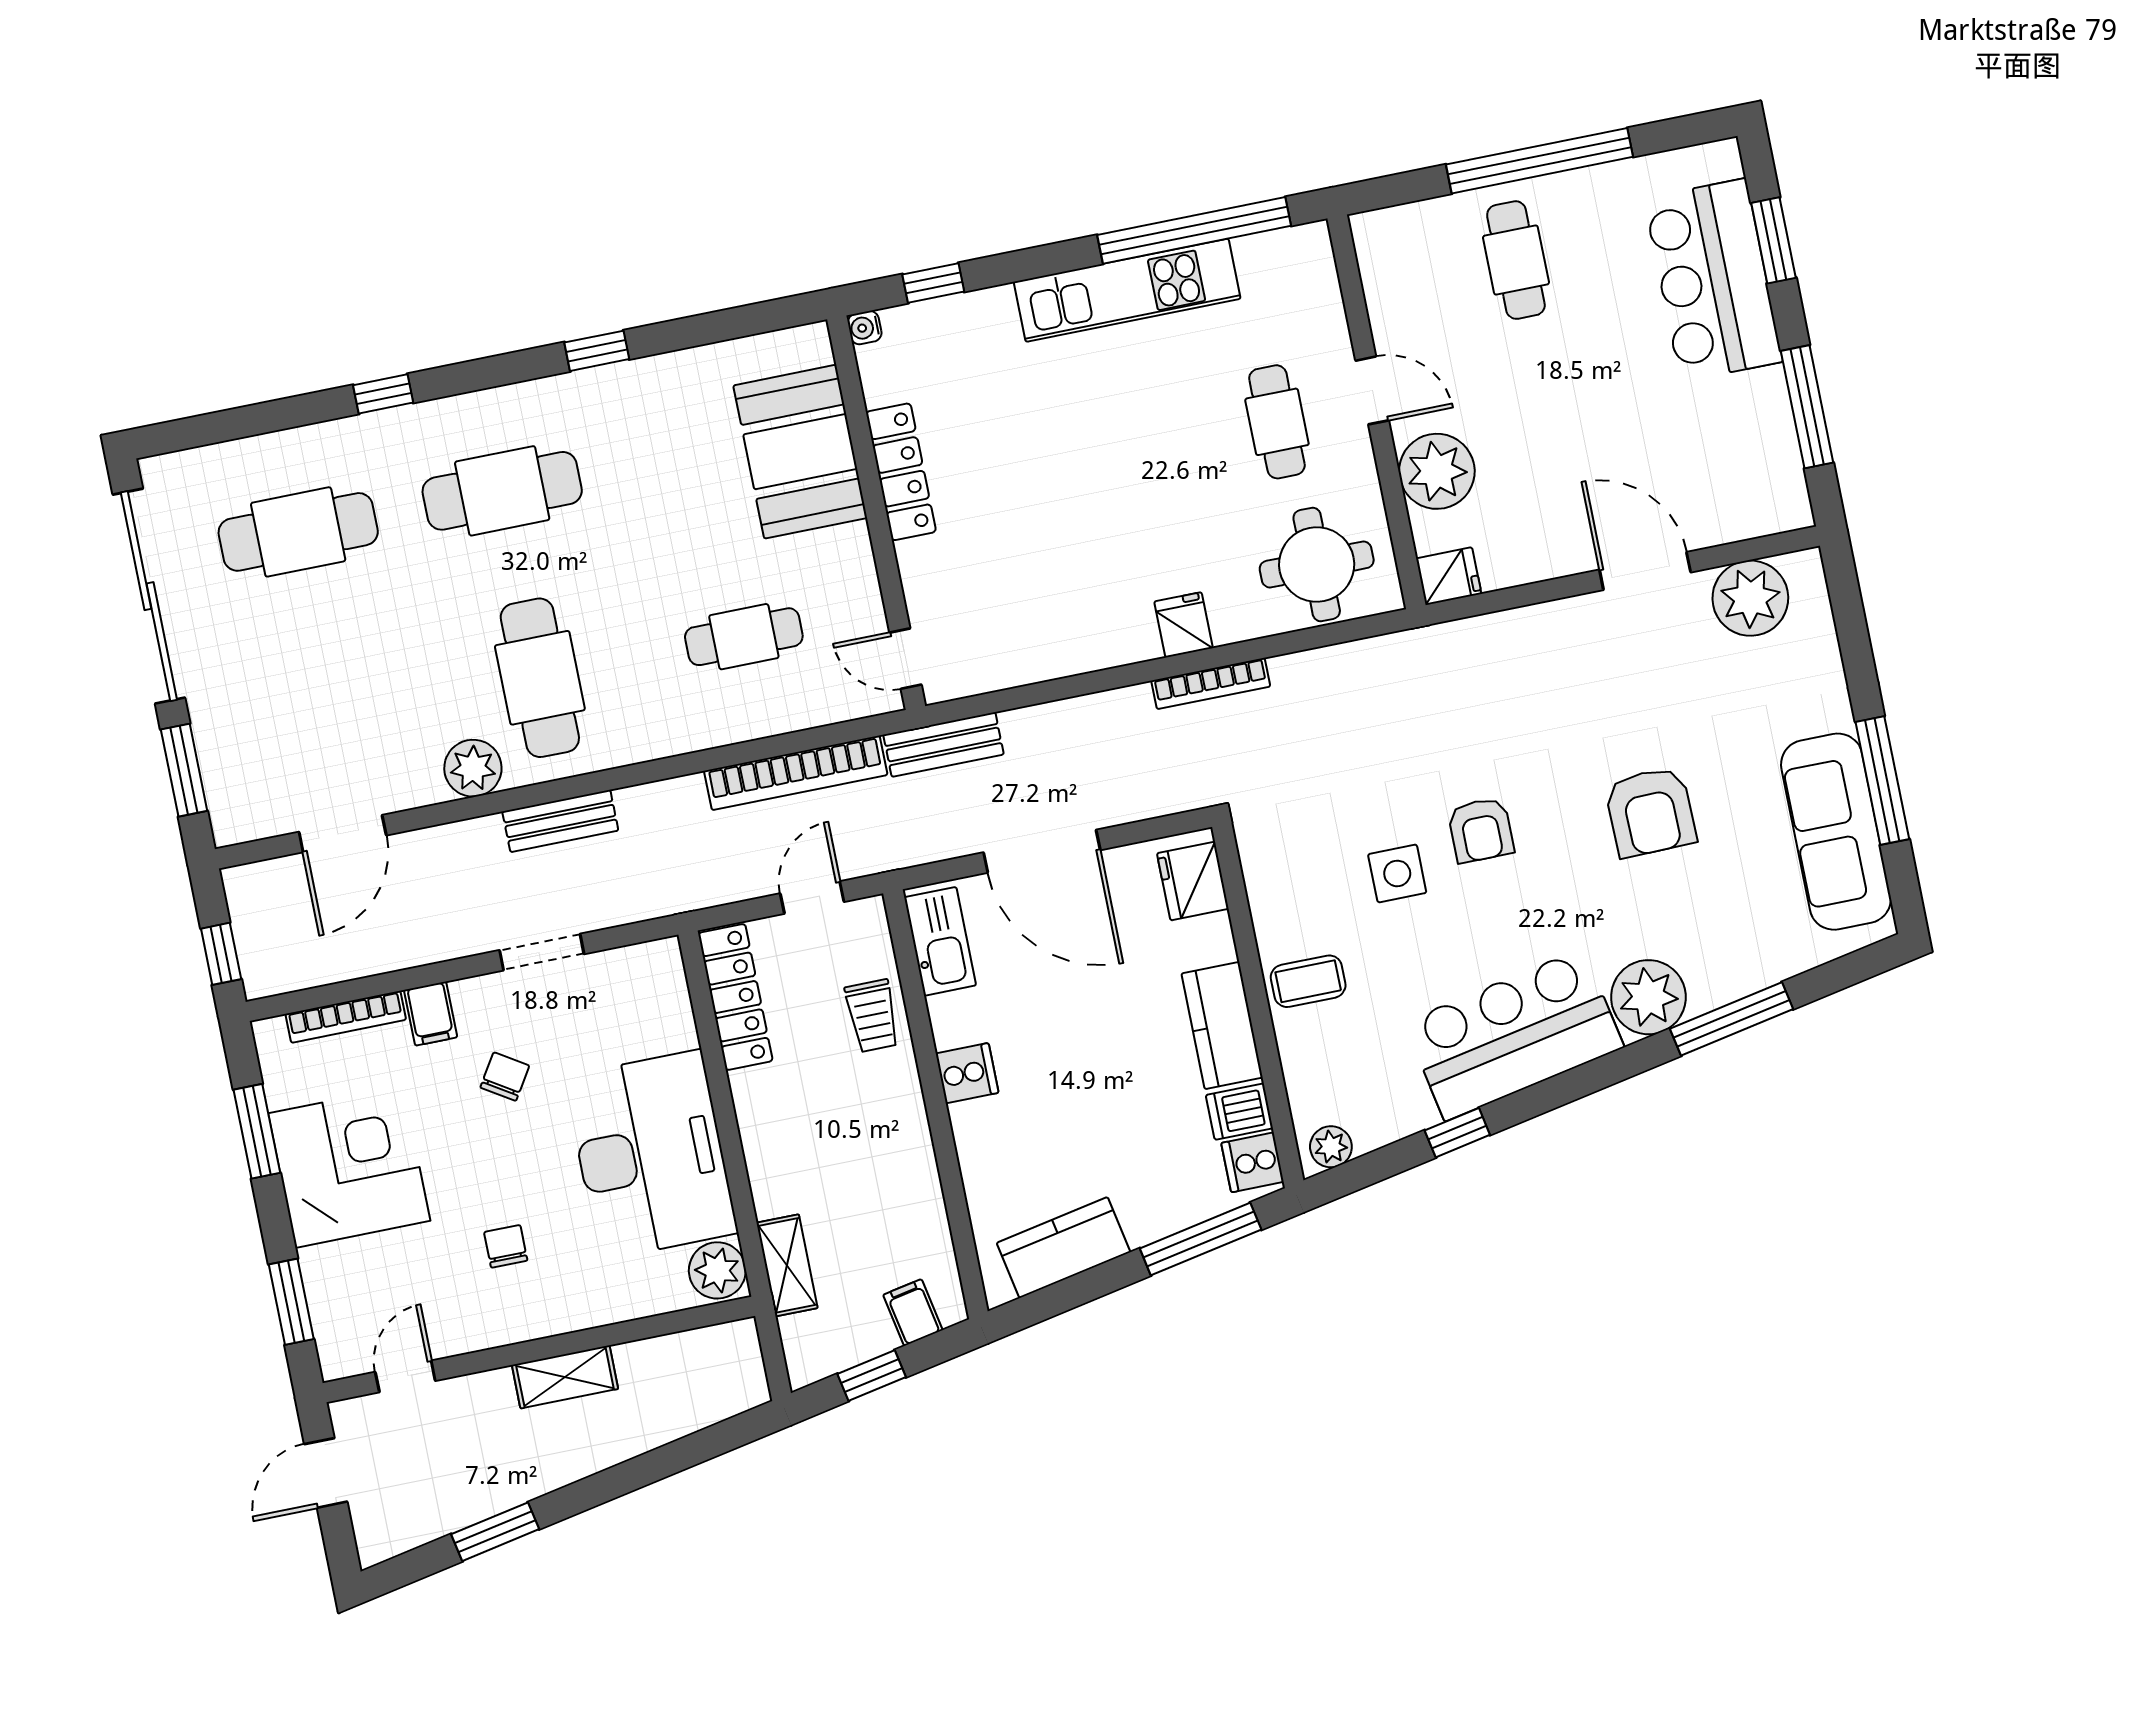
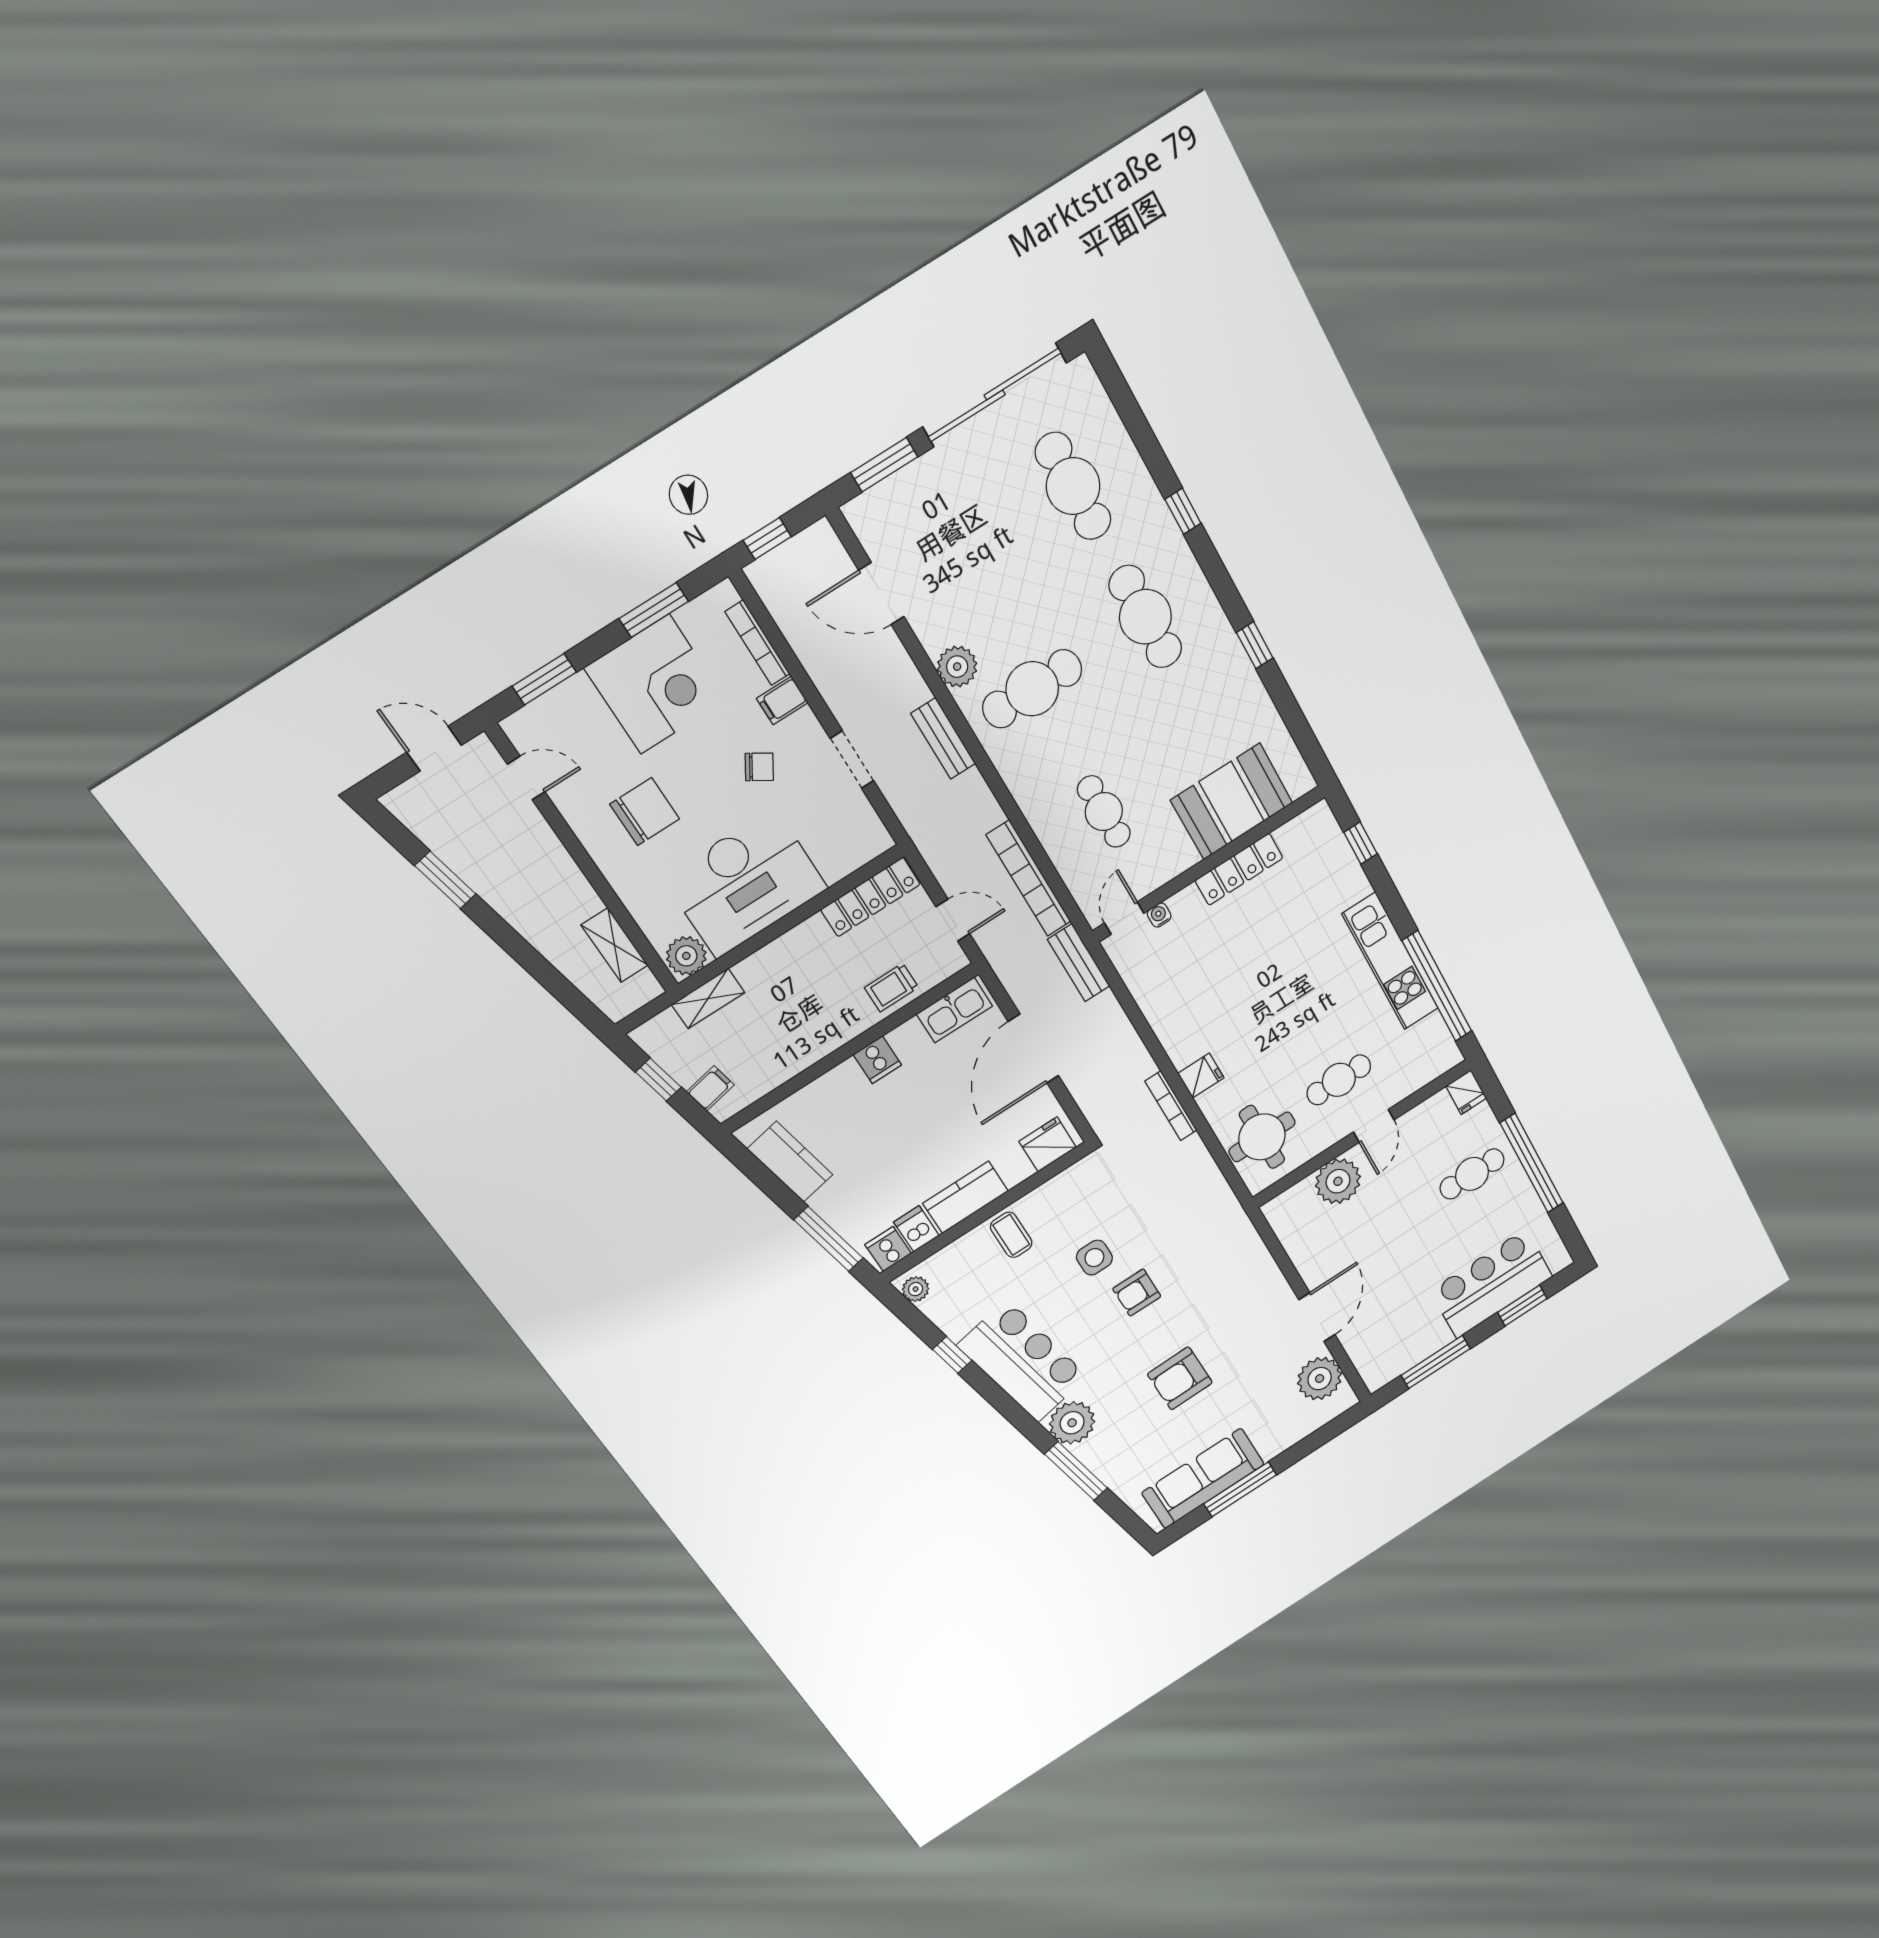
water cooler: (865, 328) -> (1159, 915), moved
fridge: (1449, 576) -> (1466, 1092), moved
chair: (506, 1246) -> (645, 812), width x1.87, depth x1.87
shelving: (565, 1377) -> (615, 945), moved

